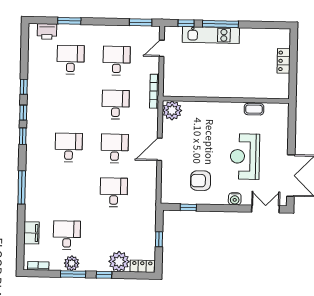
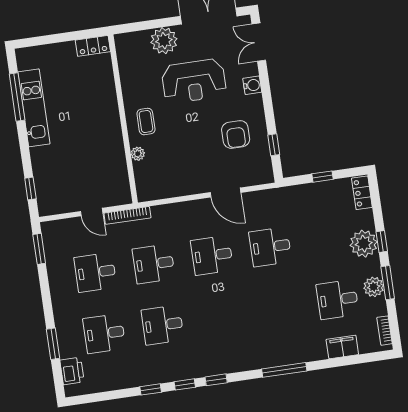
window: (220, 24) -> (17, 97), moved
kitchen unit: (211, 35) -> (34, 108), moved
door: (162, 48) -> (92, 212), moved
locker: (284, 61) -> (93, 46), moved
coffee table: (254, 109) -> (146, 122), moved
plant: (172, 110) -> (138, 154), moved, width x0.53, depth x0.53
plant: (278, 139) -> (164, 41), added
desk: (69, 147) -> (163, 325), moved
door: (160, 149) -> (226, 193), moved
plant: (119, 262) -> (364, 244), moved

